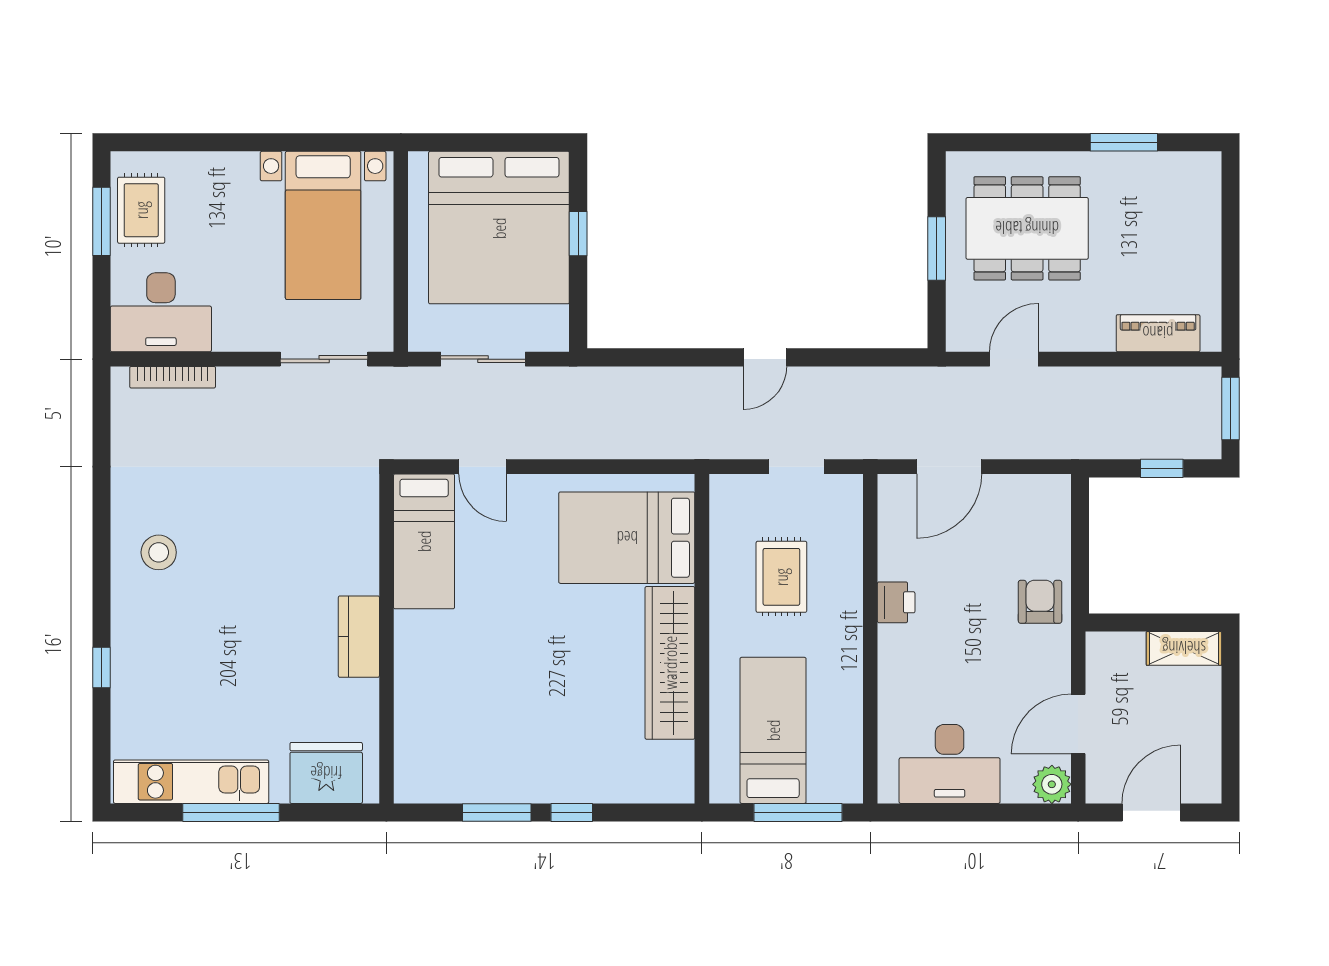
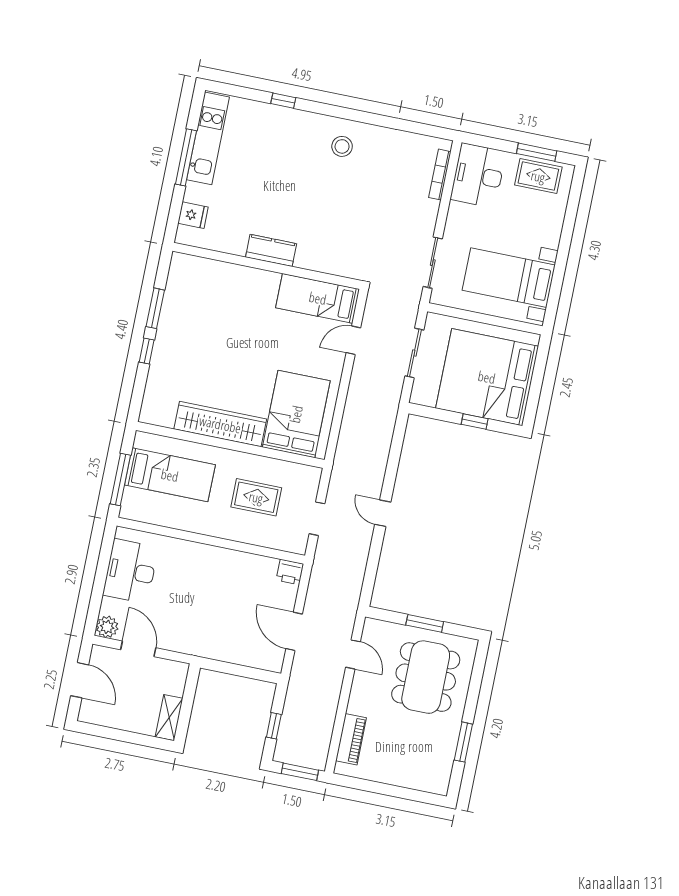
door: (949, 467) -> (294, 631), moved
printer: (896, 602) -> (290, 572), moved
armchair: (1040, 602) -> (212, 641), removed
fridge: (326, 773) -> (193, 215), width x0.53, depth x0.75

